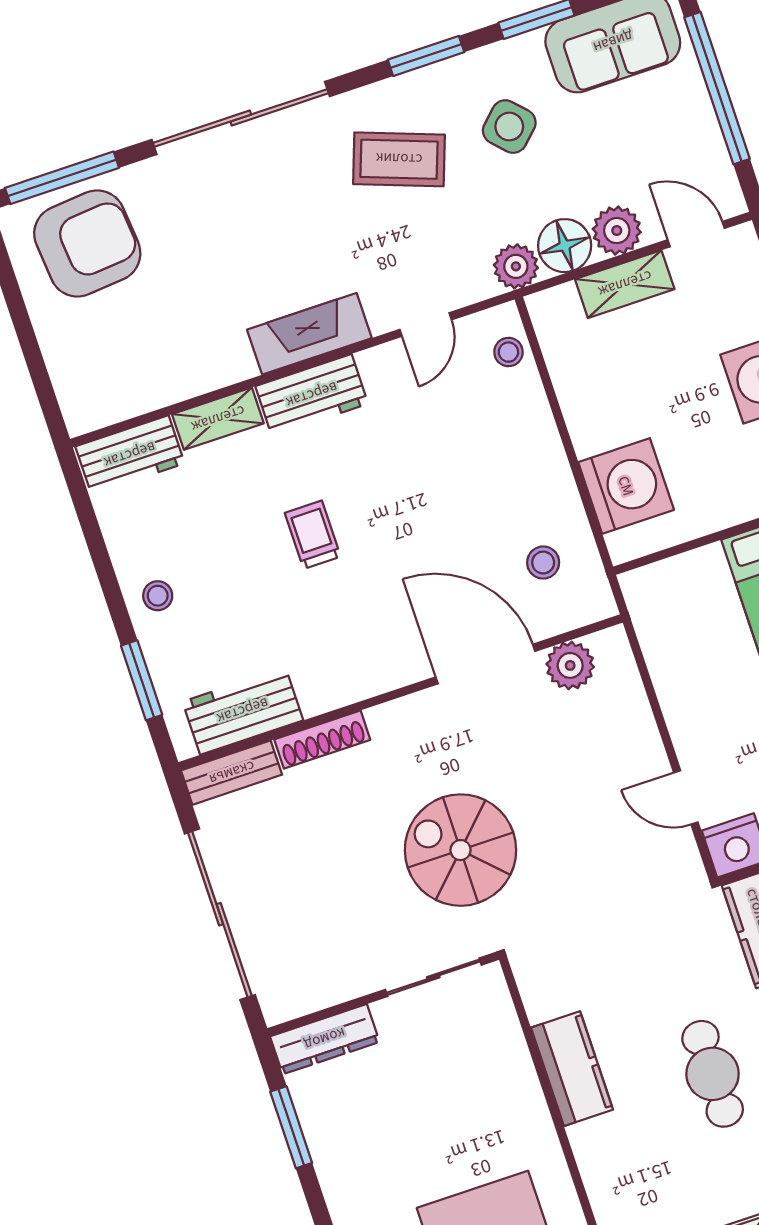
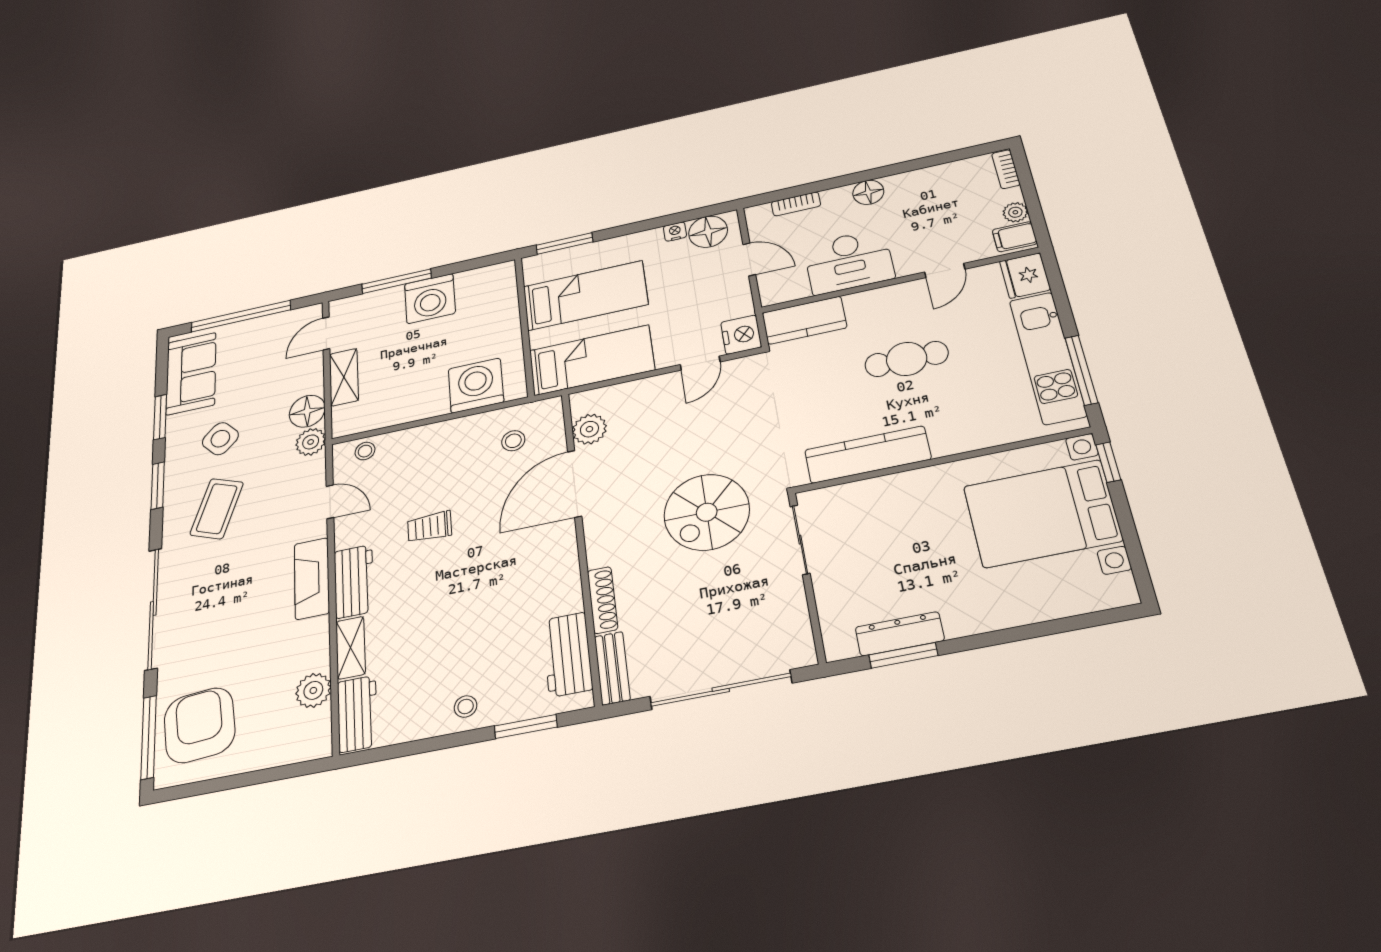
plant: (617, 231) -> (313, 690), moved
trolley: (313, 535) -> (430, 527), moved
bed: (679, 644) -> (592, 360), added
dresser: (325, 1039) -> (900, 634), moved, turned -90
kitchen counter: (572, 1069) -> (868, 455), width x1.50

